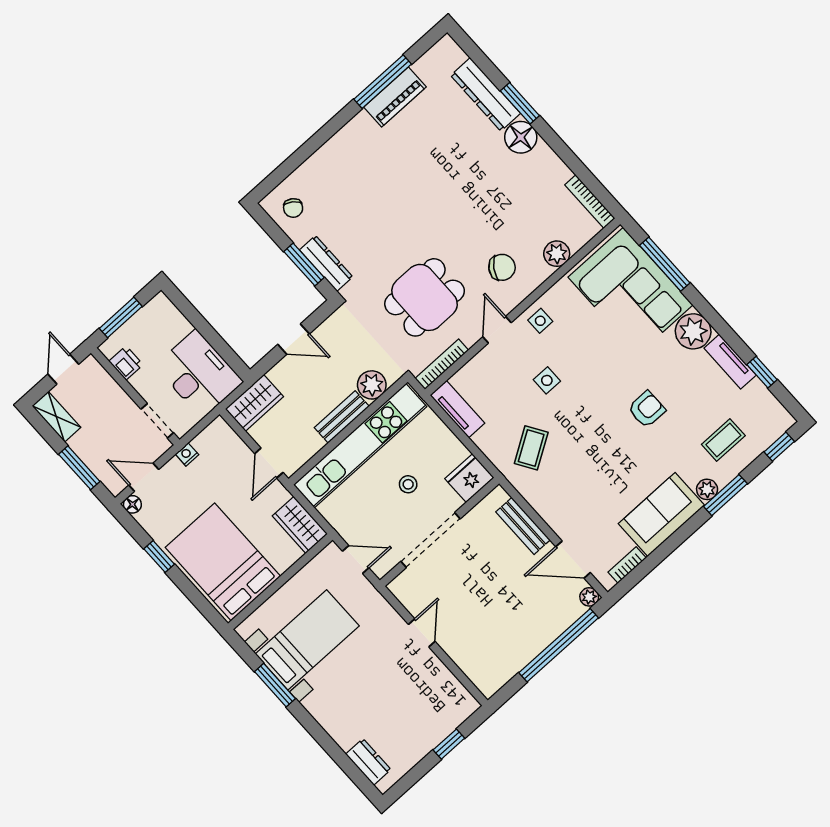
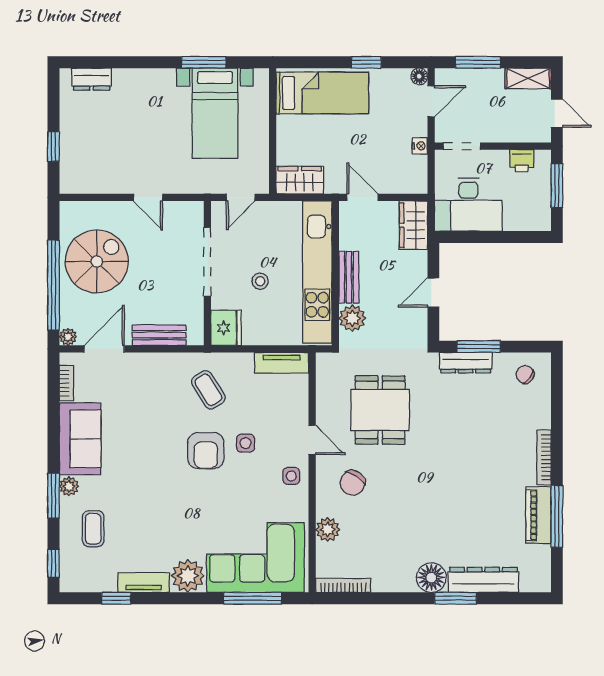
bookcase: (442, 364) -> (544, 457), moved, turned 180
armchair: (647, 409) -> (206, 451), moved, width x1.38, depth x1.38
bed: (223, 562) -> (322, 93), width x0.67
spiral stairs: (509, 628) -> (97, 261), added

